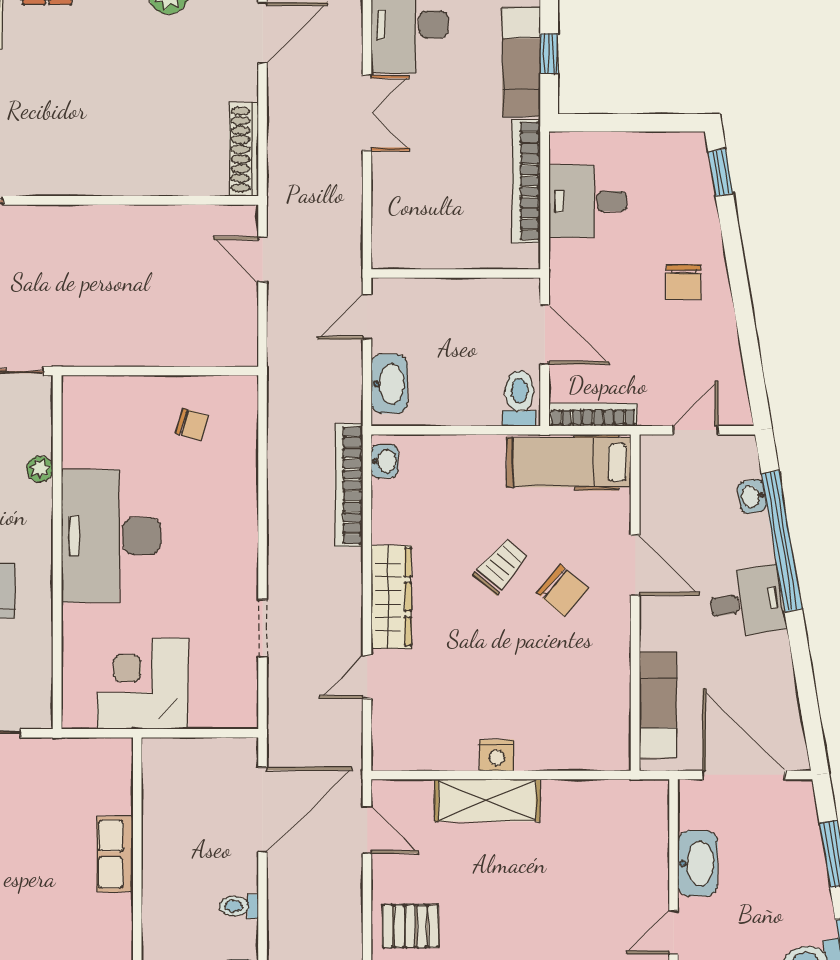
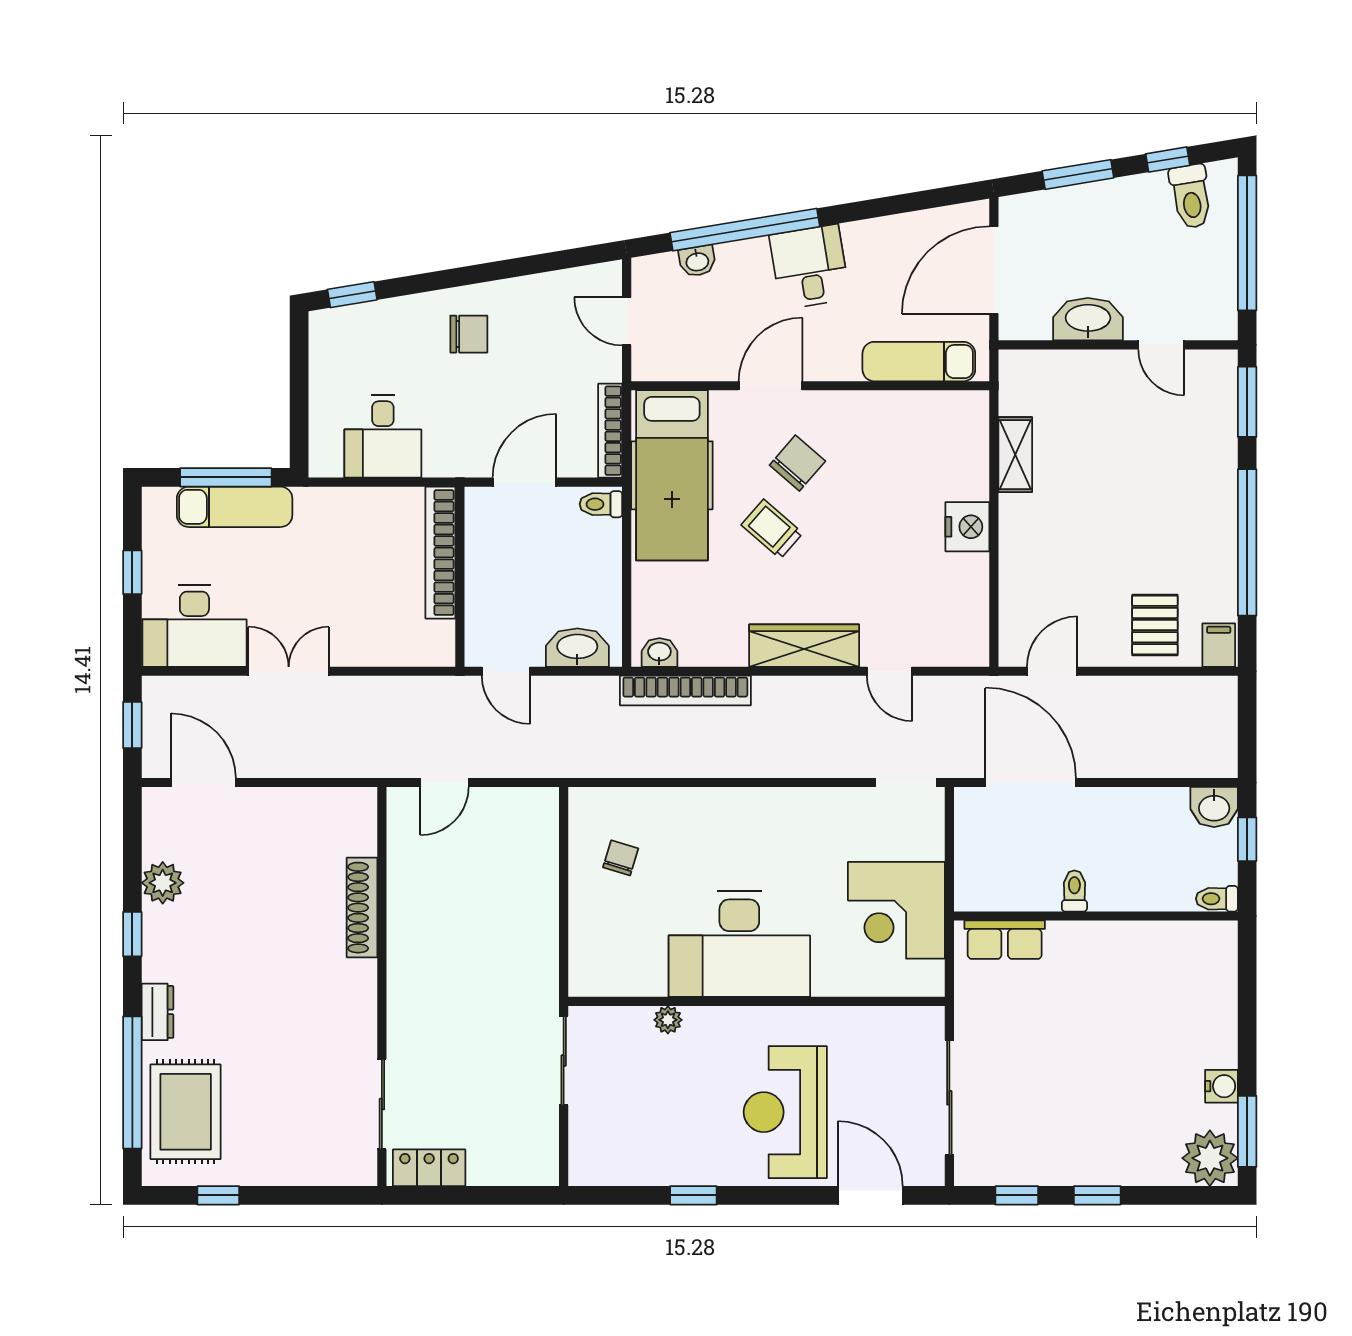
window: (549, 54) -> (226, 477), width x2.17
shoe rack: (244, 149) -> (362, 908), moved, turned 90
bookcase: (526, 181) -> (440, 553), moved, turned 90
toilet: (519, 398) -> (601, 504), width x0.73, depth x0.72
hospital bed: (569, 462) -> (672, 475), width x1.37, depth x1.29
doorway: (263, 628) -> (906, 783), moved
nightstand: (497, 755) -> (967, 527), width x1.36, depth x1.33
shelving: (487, 800) -> (1015, 455), moved, width x0.67, depth x0.75
row of seats: (115, 854) -> (1005, 940), moved
toilet: (239, 906) -> (1074, 891), moved, turned 180

